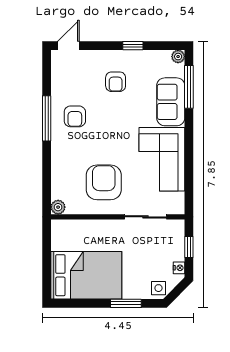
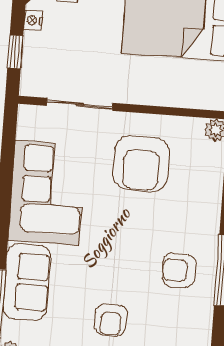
armchair: (116, 82) -> (111, 320), turned 180
armchair: (75, 116) -> (179, 270), turned -90

